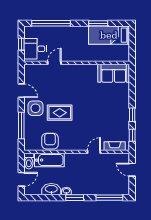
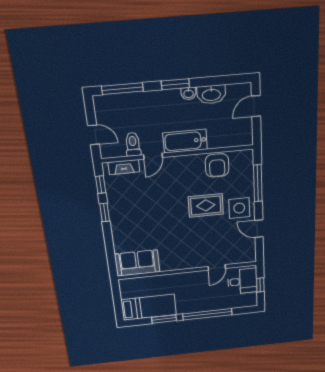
window: (51, 23) -> (207, 314), moved
bathtub: (49, 160) -> (185, 141), moved
toilet: (29, 161) -> (133, 144), moved

